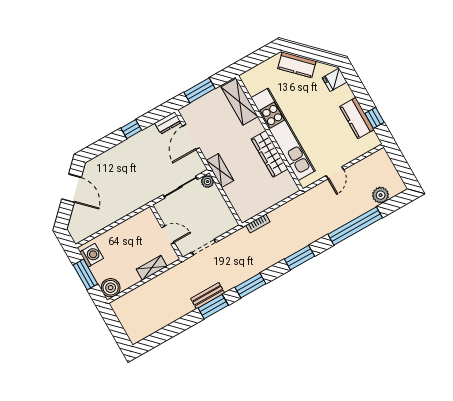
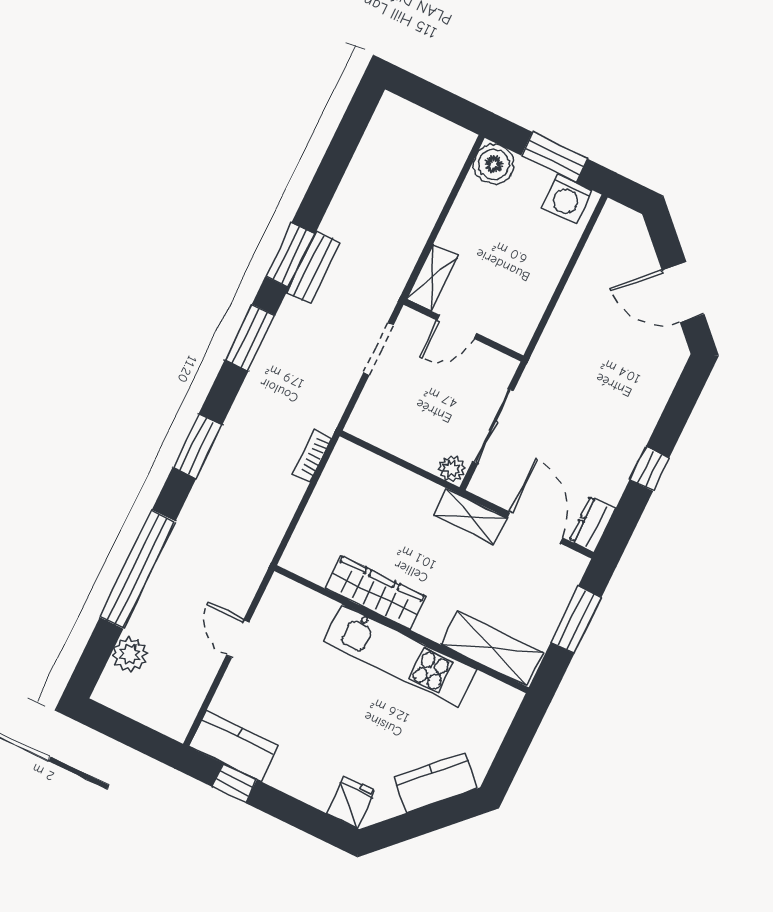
kitchen counter: (357, 118) -> (234, 746), moved
kitchen unit: (283, 134) -> (400, 656), width x0.73
shelving: (220, 171) -> (470, 516), moved
shelving: (152, 268) -> (432, 277), moved

